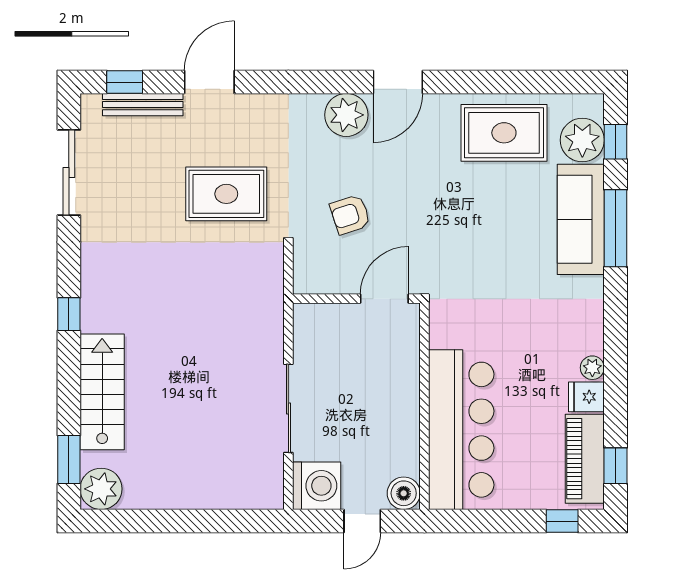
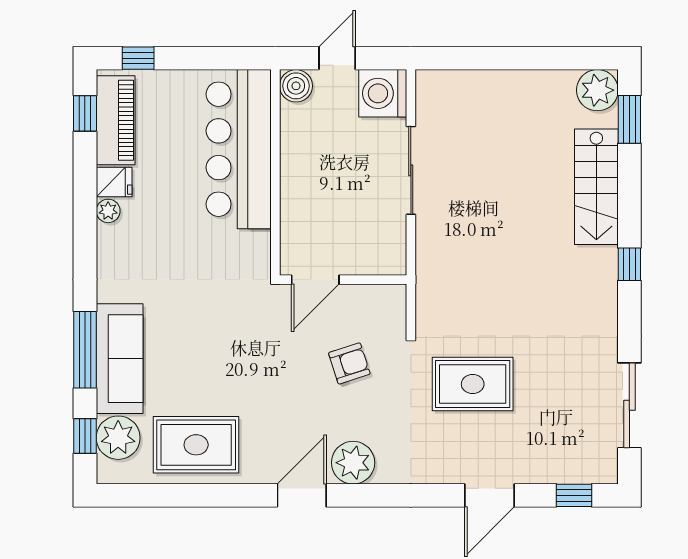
bench: (143, 105) -> (556, 473), removed

